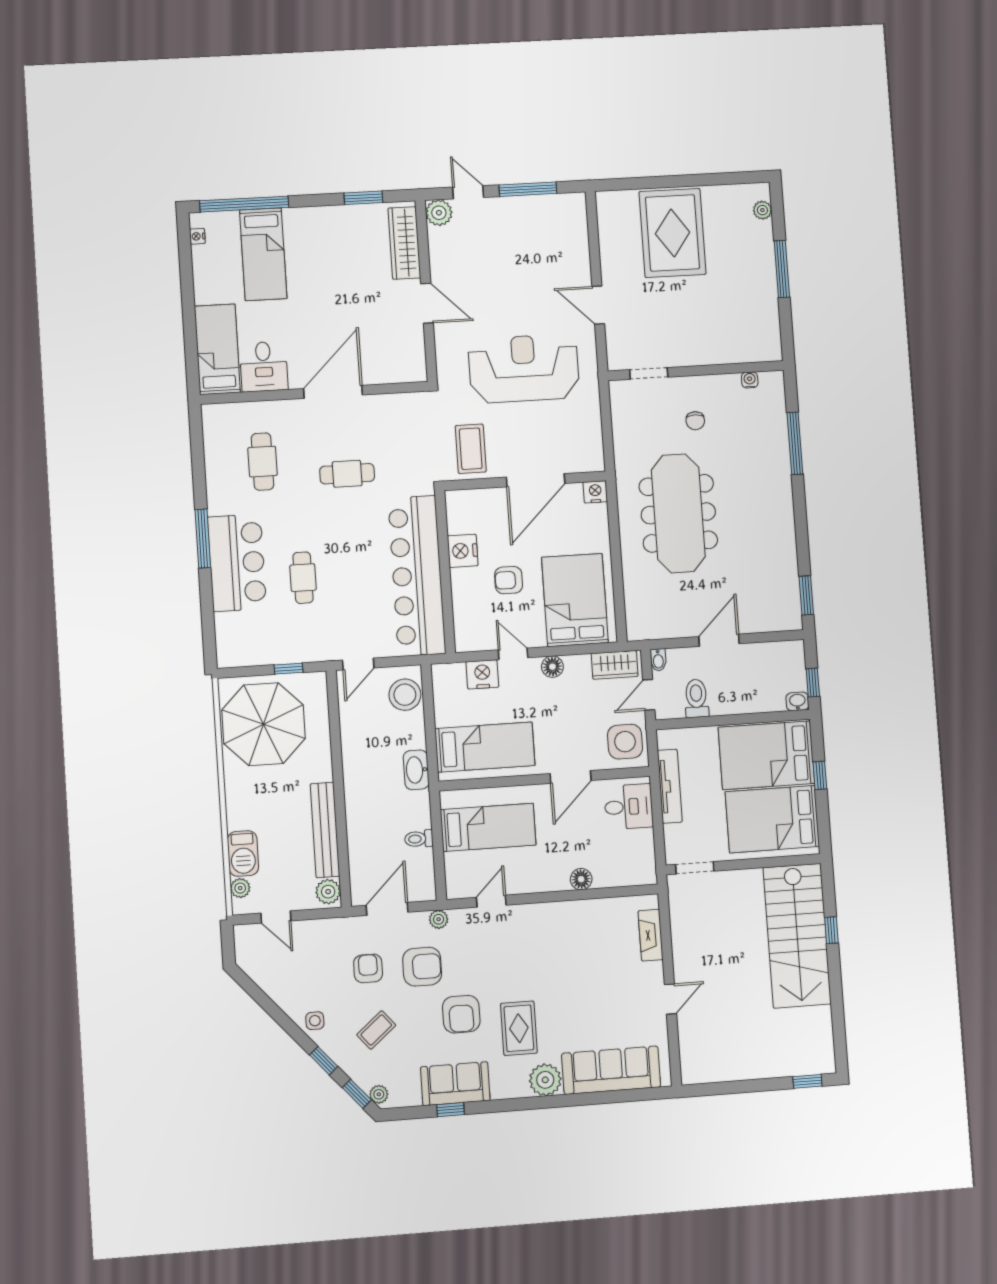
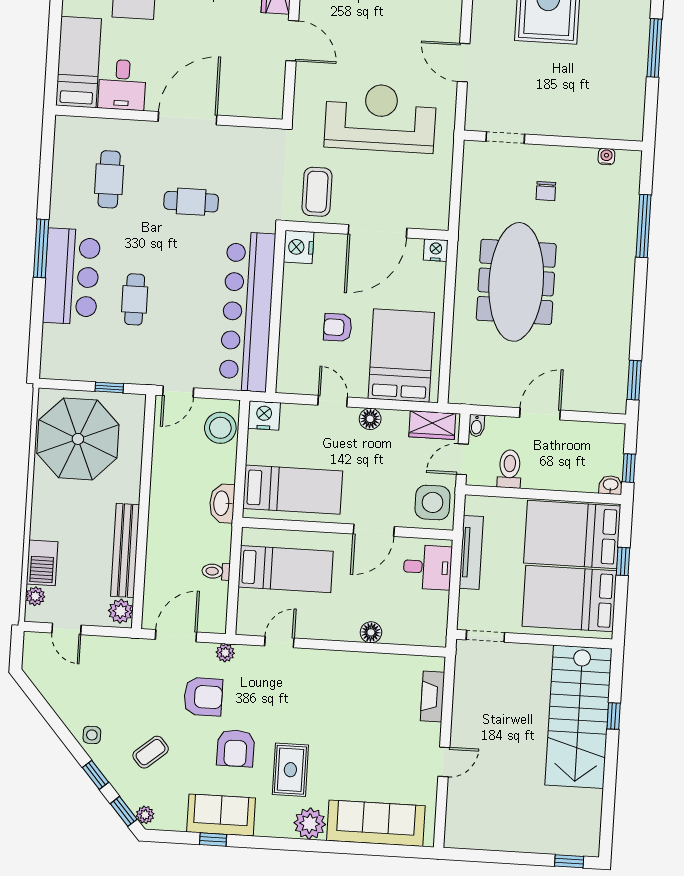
nightstand: (463, 551) -> (299, 247), moved
nightstand: (482, 674) -> (264, 415), moved
armchair: (368, 968) -> (150, 691), removed

